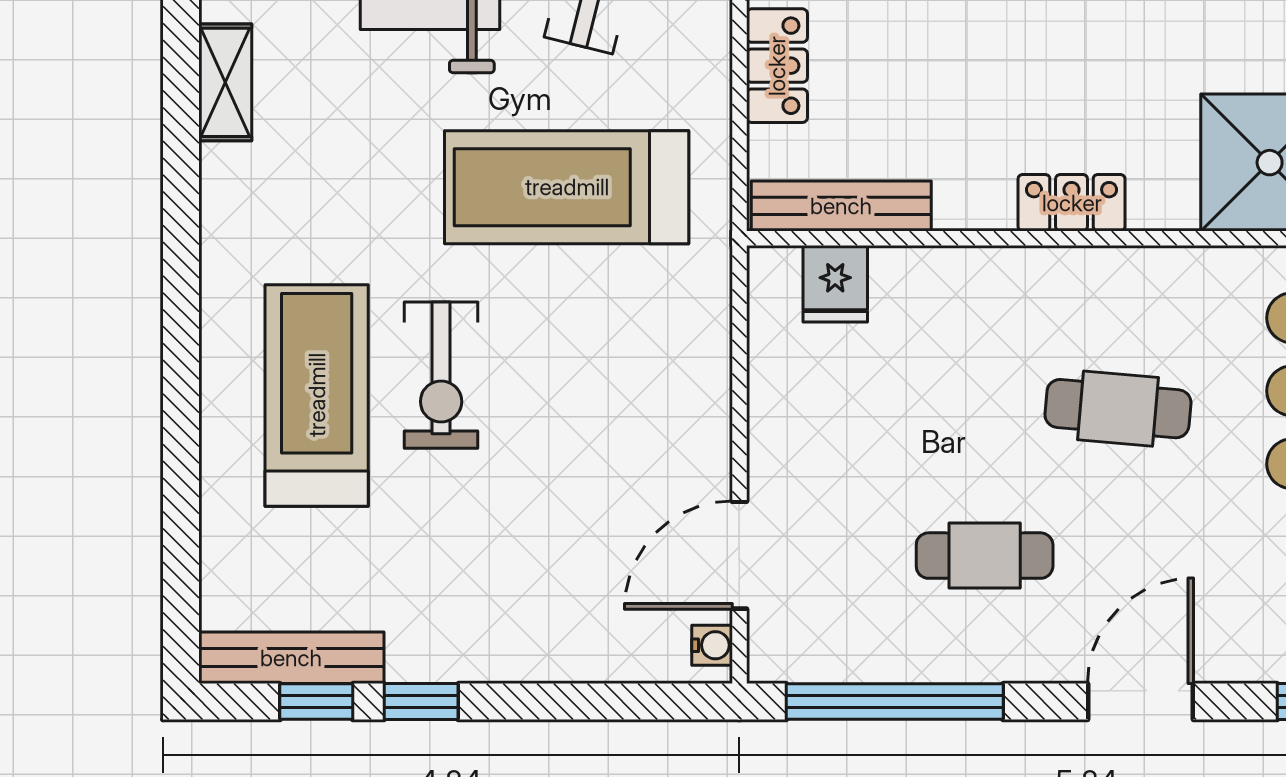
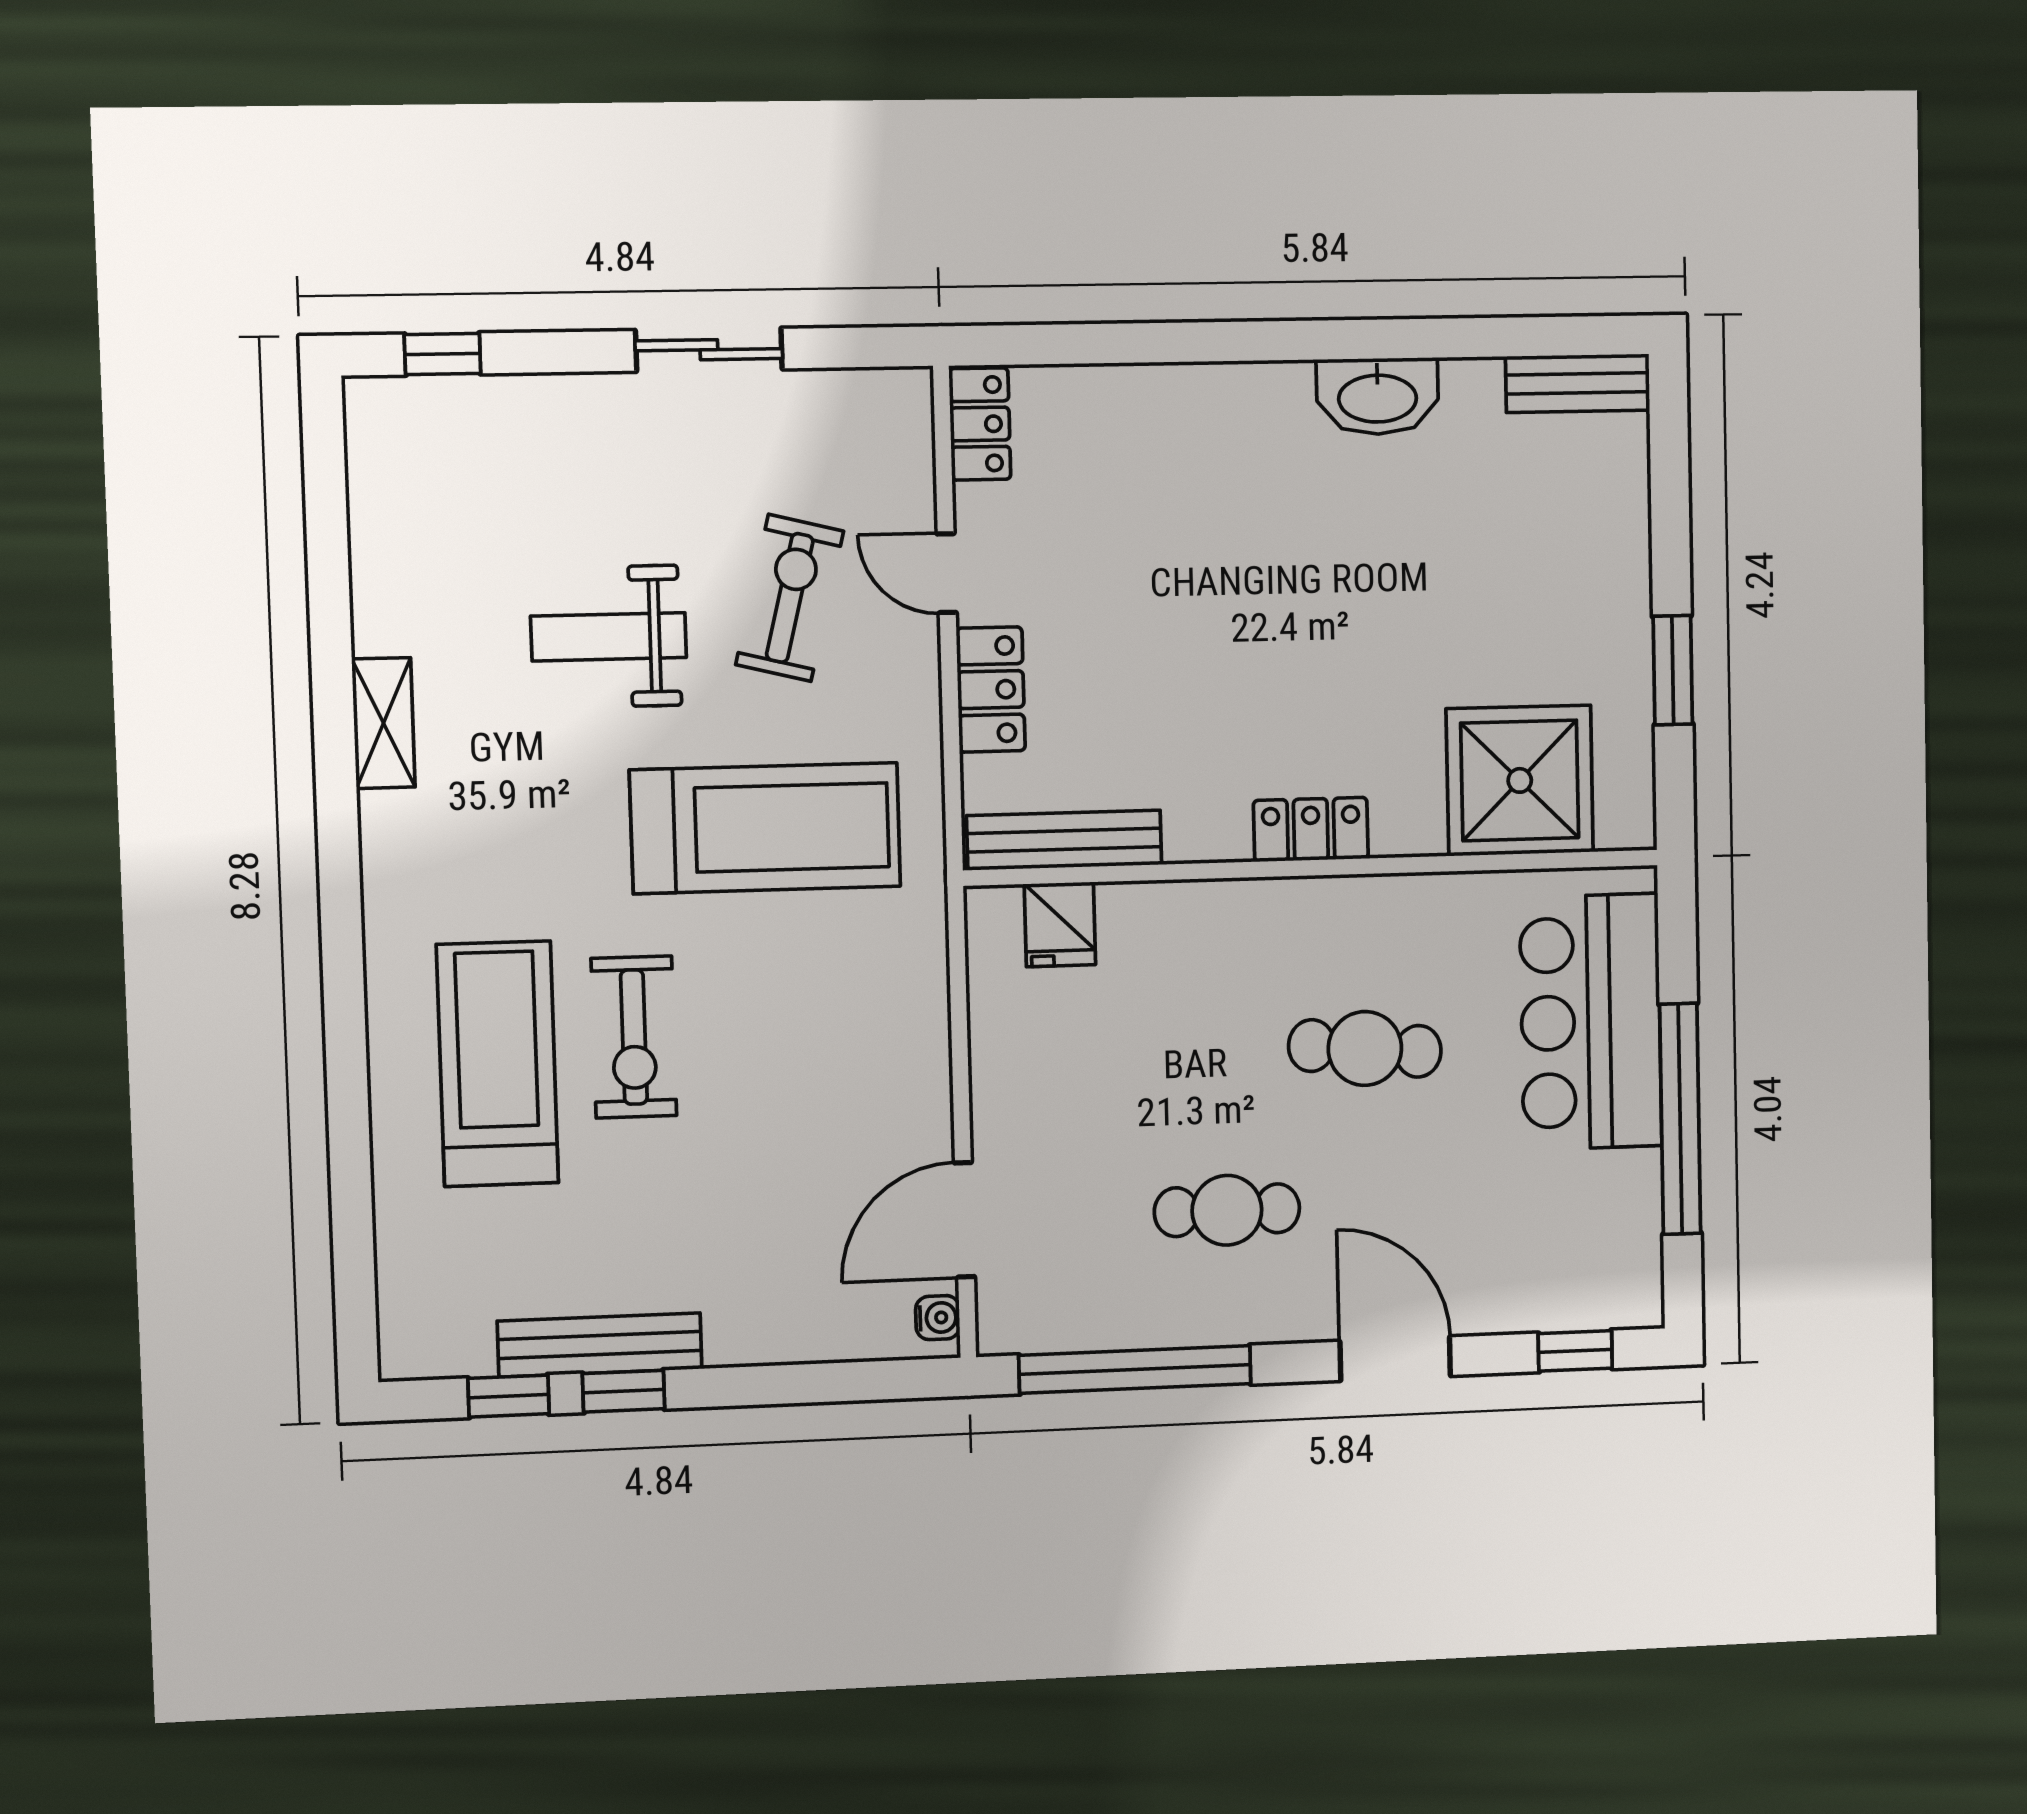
treadmill: (567, 187) -> (765, 828), turned 180
bench: (291, 658) -> (600, 1345), moved
door: (1140, 702) -> (1395, 1359), hinge flipped

